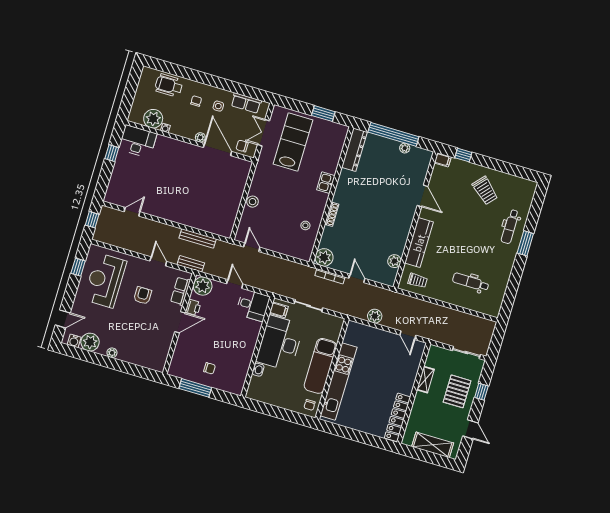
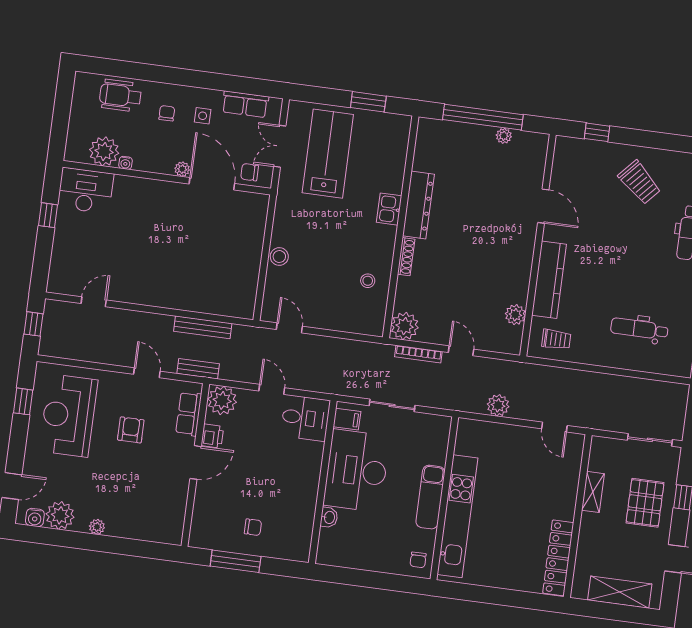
dresser: (354, 150) -> (418, 205), moved
filing cabinet: (443, 160) -> (566, 145), removed
exam couch: (320, 366) -> (430, 497), width x0.73, depth x0.69

